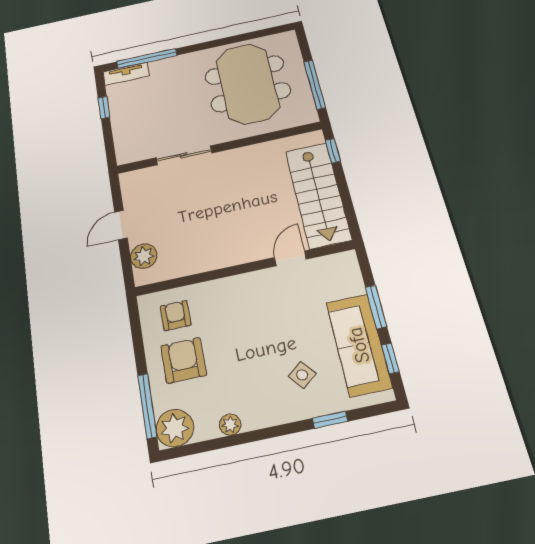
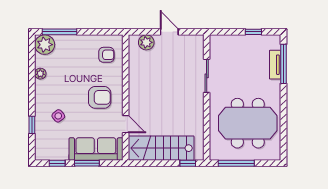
tv unit: (126, 74) -> (275, 65), moved
sofa: (359, 345) -> (96, 149), moved
armchair: (183, 360) -> (100, 97), moved

